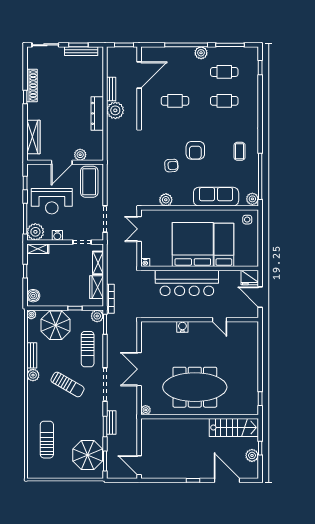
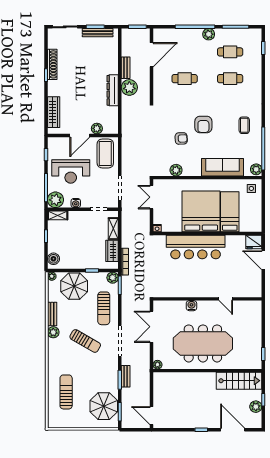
wall: (200, 320) -> (207, 299), moved
door: (220, 320) -> (226, 299), moved
water cooler: (182, 327) -> (191, 306), moved

